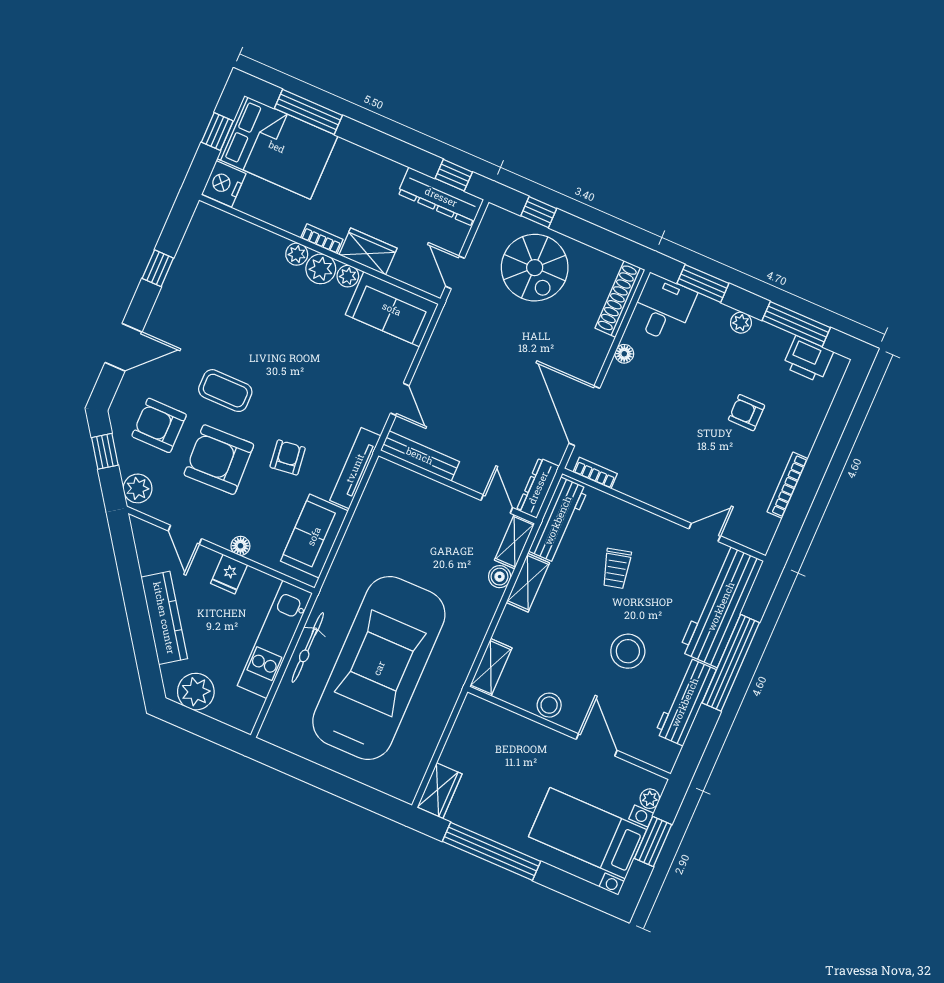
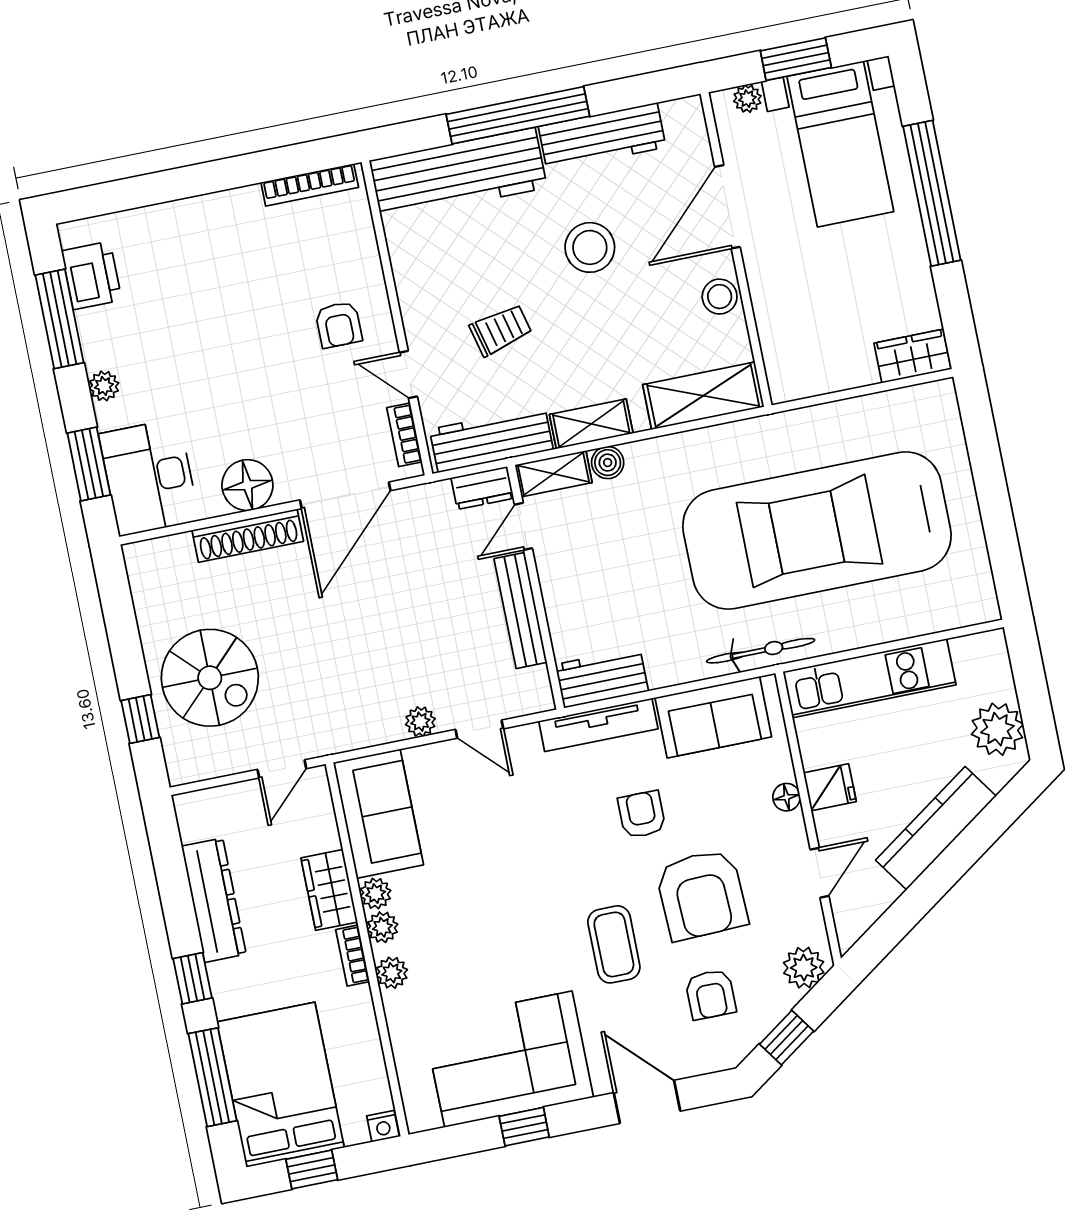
window: (454, 175) -> (193, 978), moved
nightstand: (224, 184) -> (383, 1126), width x0.53, depth x0.56
dresser: (441, 197) -> (214, 900), moved
spiral stairs: (535, 268) -> (210, 678), turned 90
plant: (321, 269) -> (382, 927), width x0.73, depth x0.73
corner sofa: (202, 286) -> (508, 1059), added
shoe rack: (620, 299) -> (248, 536), moved
desk: (663, 308) -> (149, 477), width x1.37
floor lamp: (624, 354) -> (247, 485), width x1.89, depth x1.89
plant: (427, 369) -> (420, 722), added
door: (400, 399) -> (479, 729), swing flipped
armchair: (746, 413) -> (339, 325), moved
armchair: (159, 425) -> (711, 994), width x0.72, depth x0.72
bench: (420, 456) -> (520, 611), moved
armchair: (288, 457) -> (642, 814), turned 97
bookcase: (788, 485) -> (310, 185), moved
dresser: (538, 488) -> (482, 488), width x0.70
workbench: (380, 489) -> (602, 678), added
door: (705, 532) -> (408, 375), moved
bicycle: (308, 648) -> (761, 651), moved
shelving: (491, 667) -> (703, 396), width x1.50, depth x1.33
door: (597, 745) -> (727, 207), width x1.36
window: (491, 851) -> (932, 193), moved

